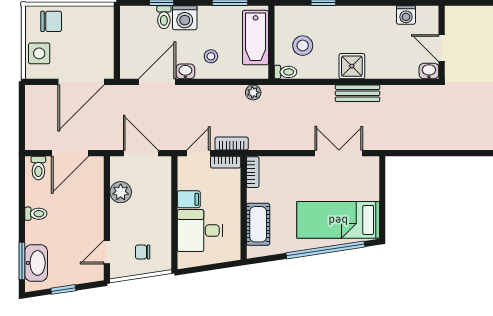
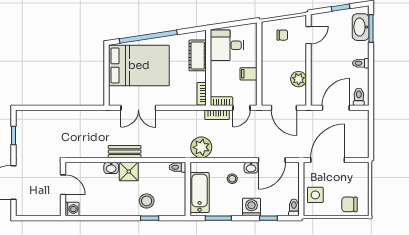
washing machine: (406, 15) -> (72, 209), moved, turned 90
toilet: (164, 17) -> (294, 207), moved
stool: (303, 46) -> (147, 201), moved
side table: (39, 53) -> (315, 195), moved
washbasin: (429, 71) -> (111, 168), moved
plant: (253, 92) -> (201, 147), width x1.87, depth x1.87
bed: (338, 220) -> (139, 65), width x1.50
desk: (200, 231) -> (227, 45), moved, turned 180

